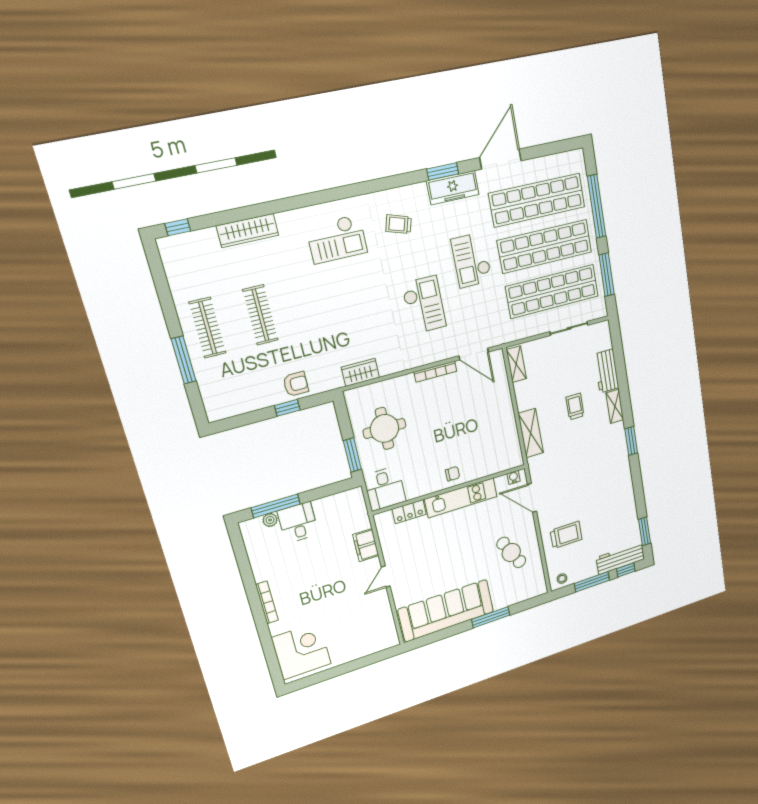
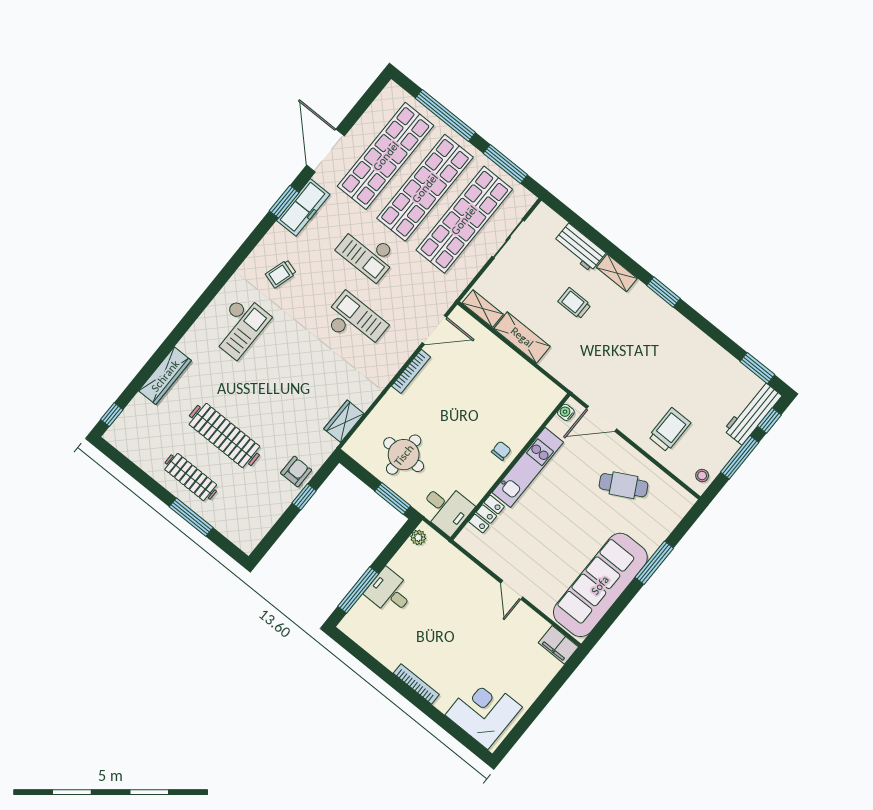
clothes rail: (260, 315) -> (224, 435), width x1.37, depth x1.31
shelving: (531, 433) -> (522, 337), moved
plant: (270, 520) -> (418, 537), moved
filing cabinet: (366, 545) -> (558, 645), moved

